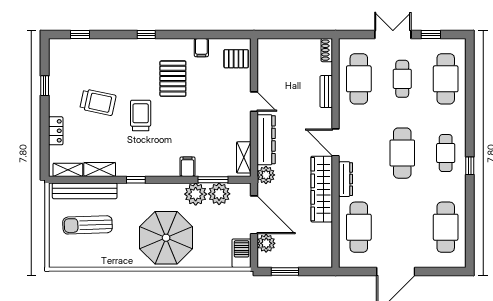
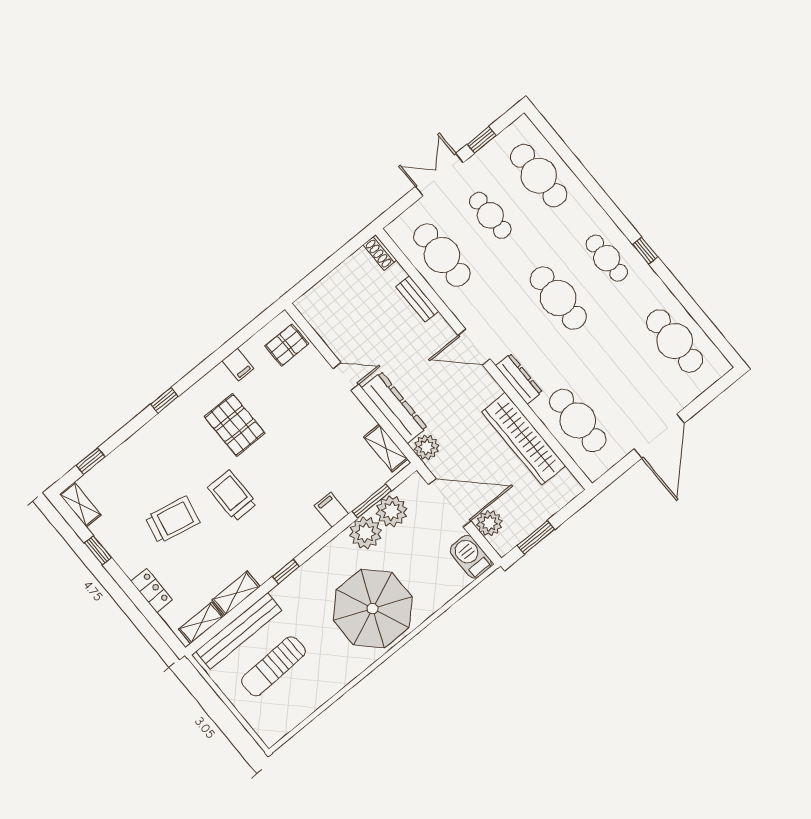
shelving: (55, 53) -> (80, 505), added
wardrobe: (322, 189) -> (524, 439), moved

